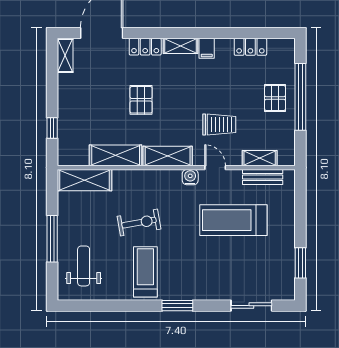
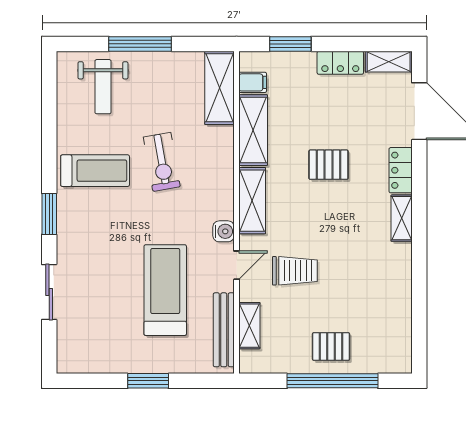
locker: (250, 47) -> (340, 63), moved, turned -90
filing cabinet: (207, 48) -> (253, 82), moved, turned 180
trolley: (219, 125) -> (295, 271), turned -90
window: (52, 128) -> (290, 44), width x1.50
bench: (263, 177) -> (224, 330), width x1.36
window: (300, 263) -> (148, 381), moved
weight bench: (84, 266) -> (103, 87), turned 90
sliding door: (251, 306) -> (49, 292), moved

